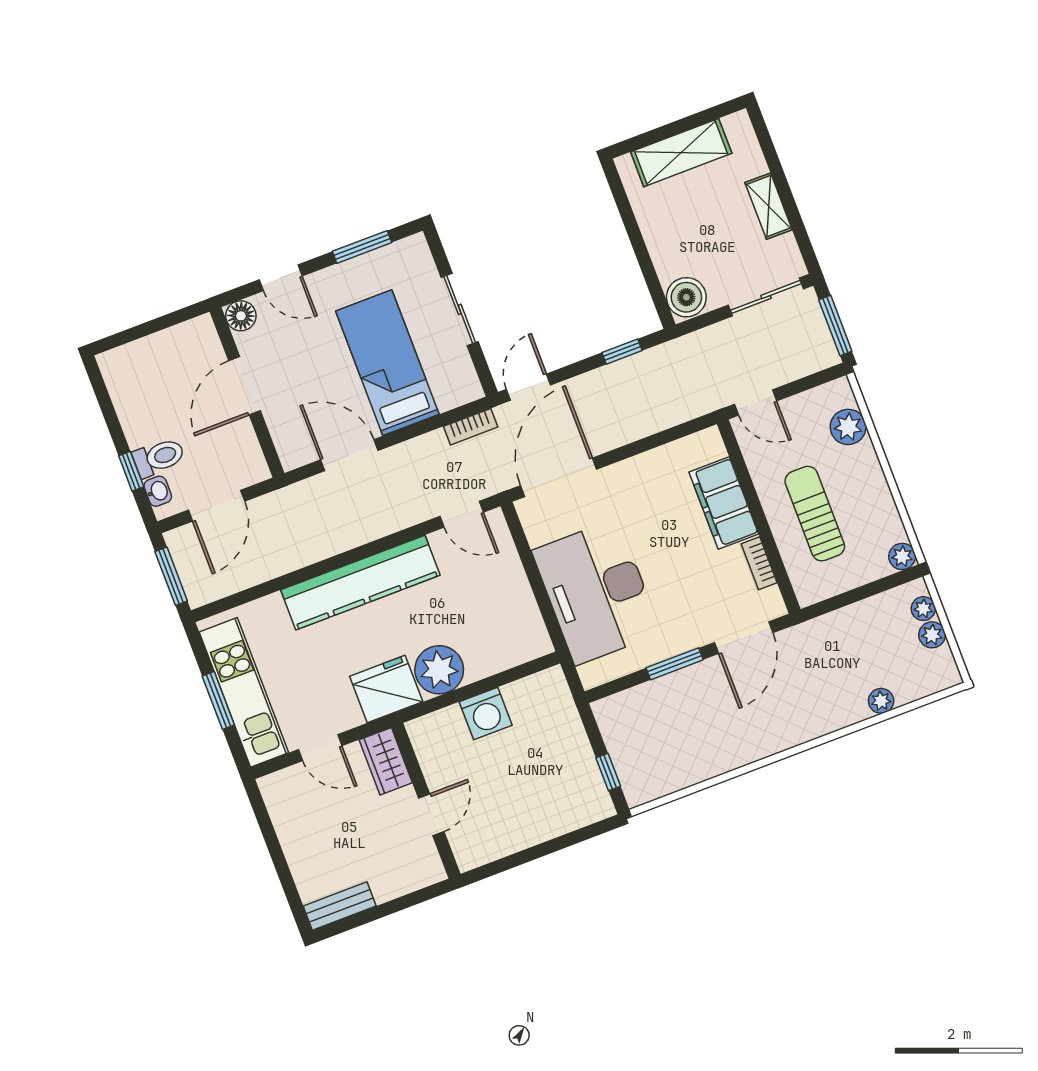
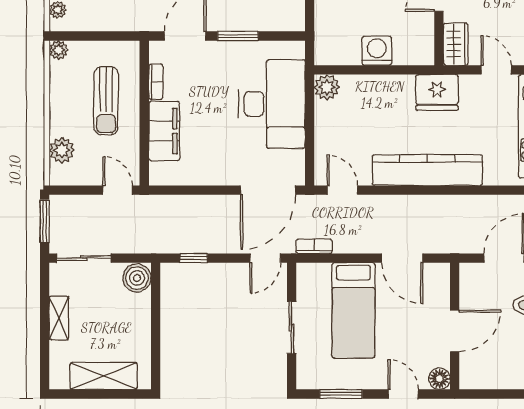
plant: (439, 670) -> (327, 87), moved, width x0.73, depth x0.73

